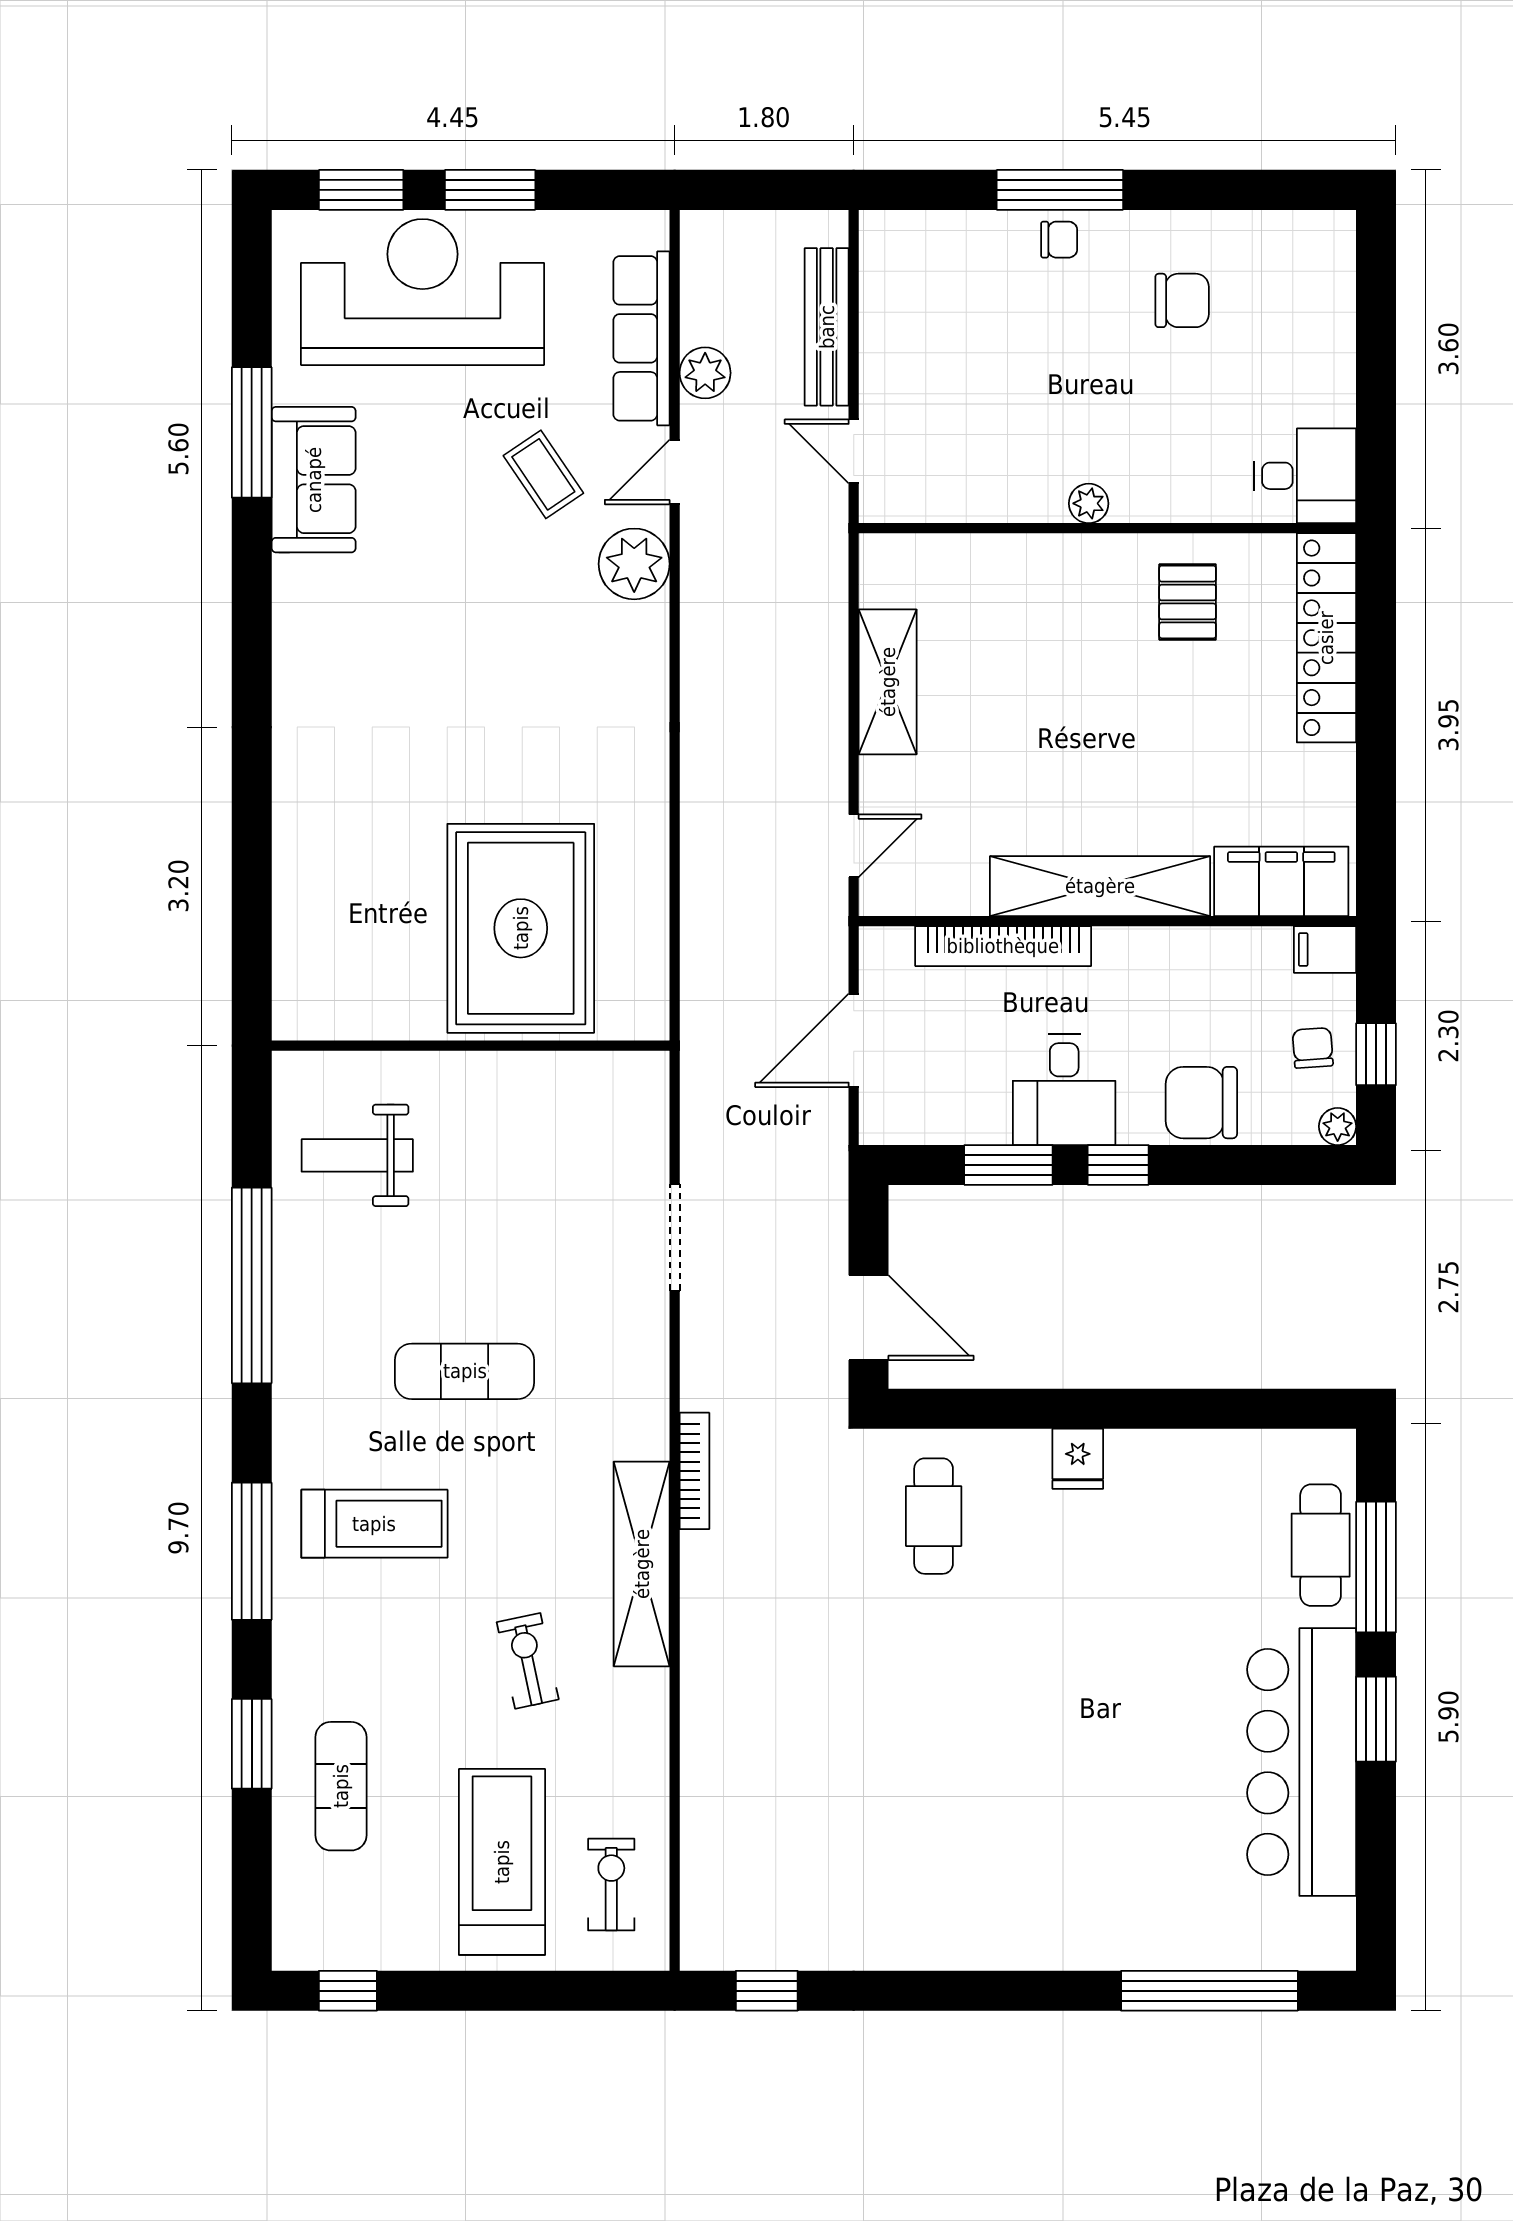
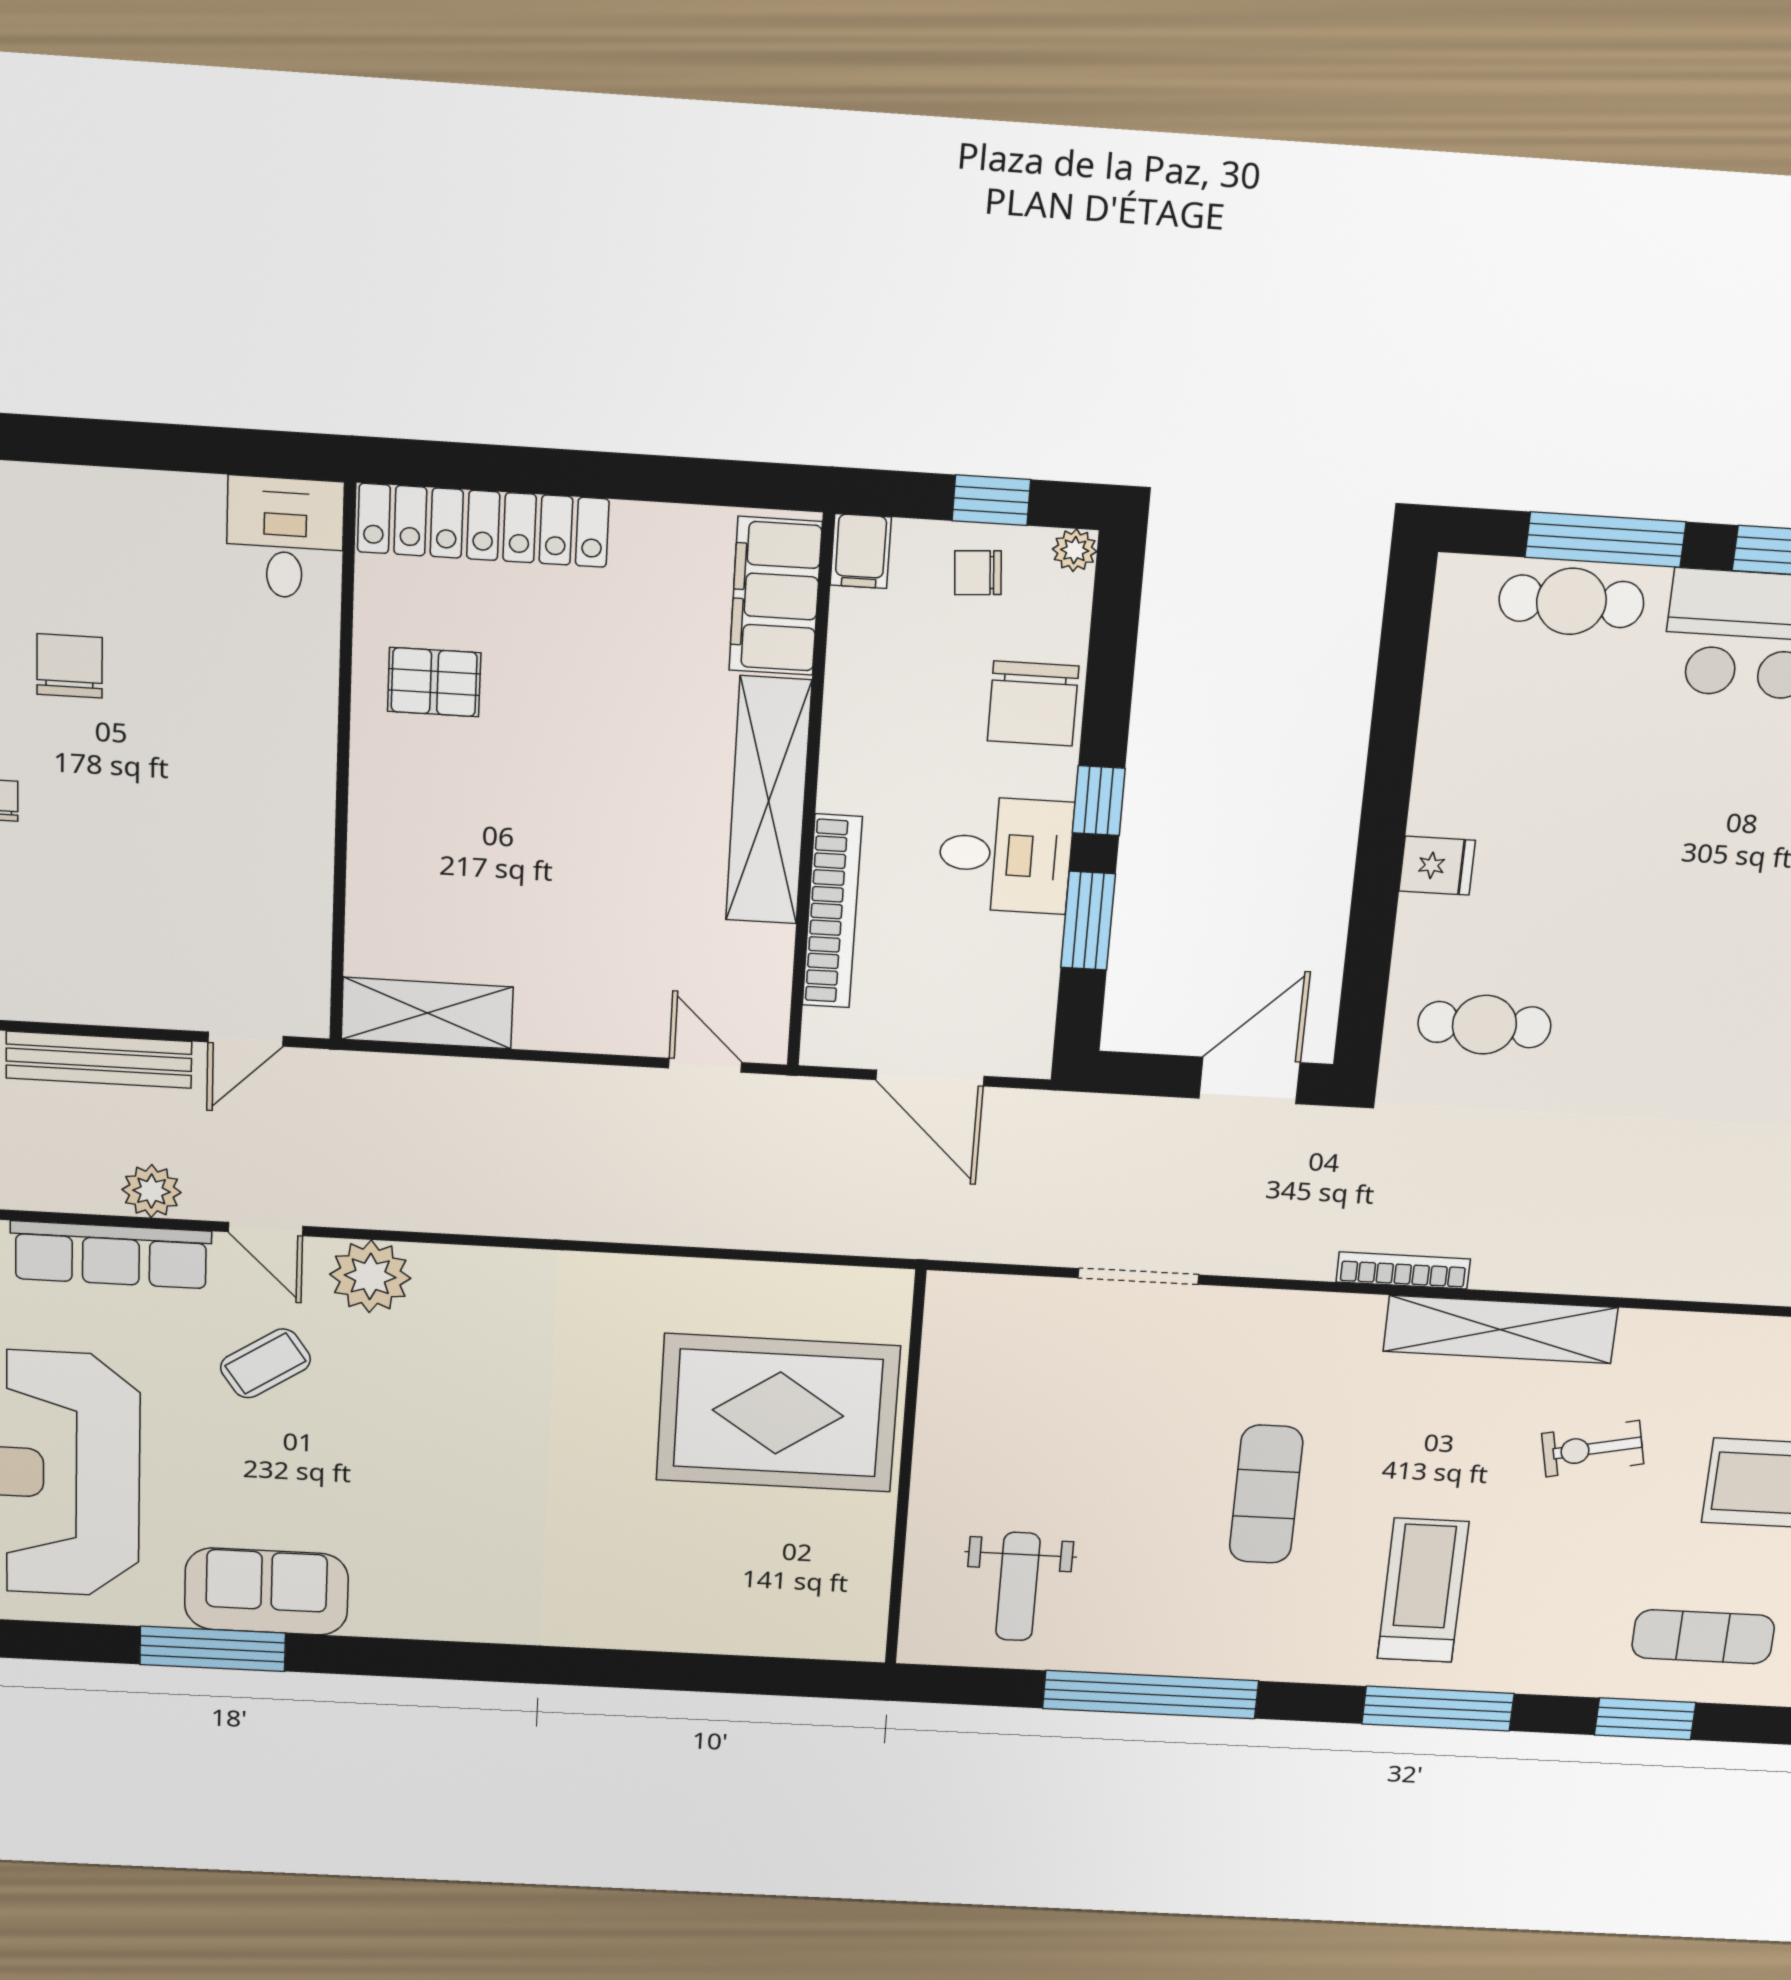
plant: (1089, 503) -> (313, 786), removed
shelving: (888, 682) -> (427, 1013), moved

